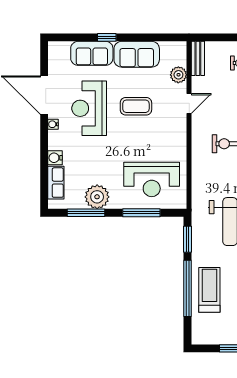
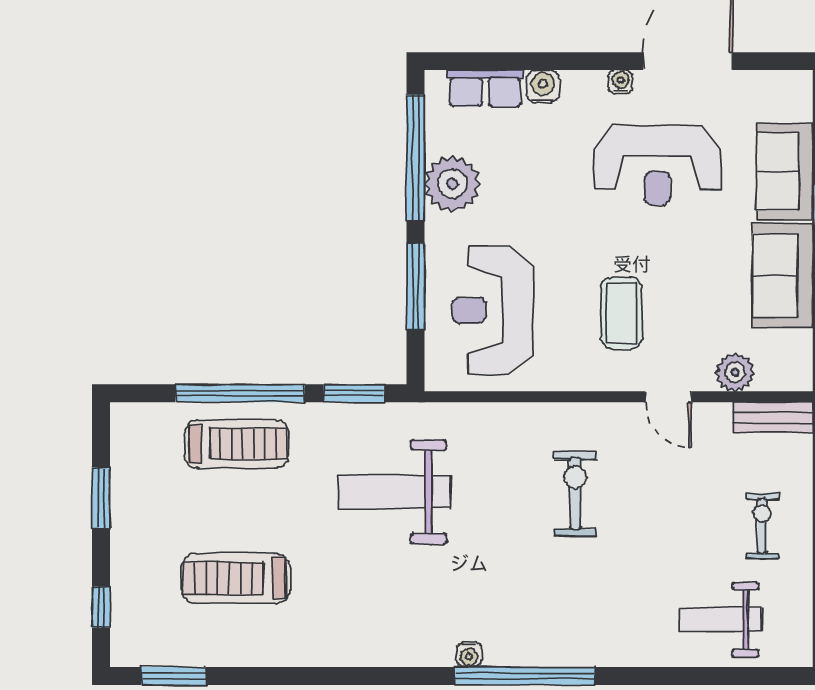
coffee table: (136, 106) -> (622, 313), moved
reception desk: (89, 108) -> (657, 165), turned 180
window: (86, 213) -> (415, 158), width x1.46

